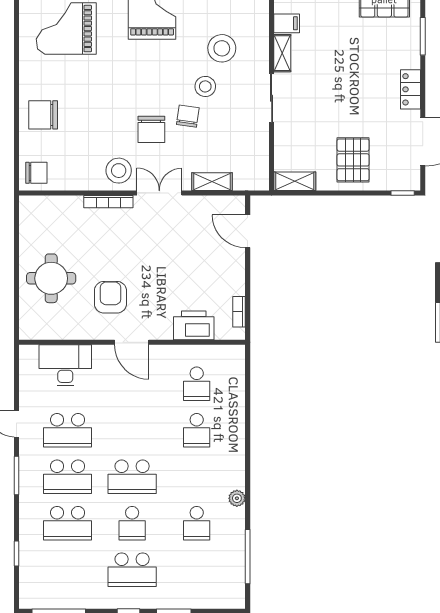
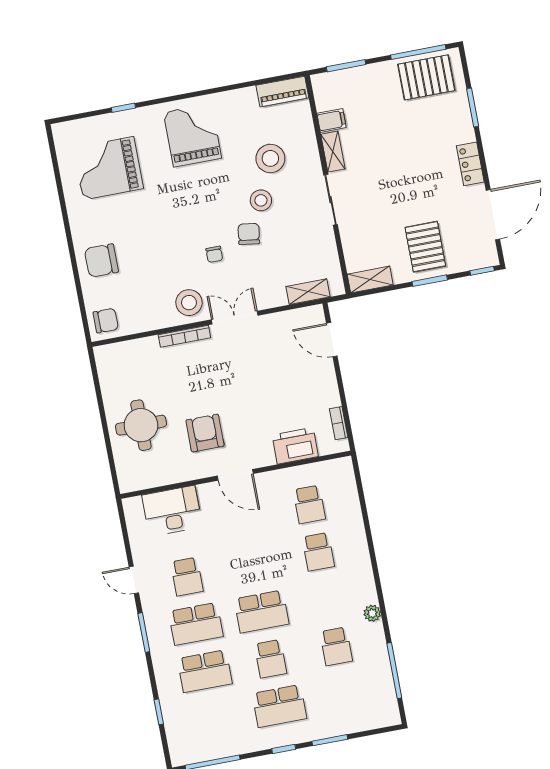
chair: (151, 129) -> (214, 254), width x0.54, depth x0.54
shelving: (212, 182) -> (308, 292), moved
window: (351, 193) -> (430, 281), added
school desk: (68, 430) -> (187, 577), width x0.54

